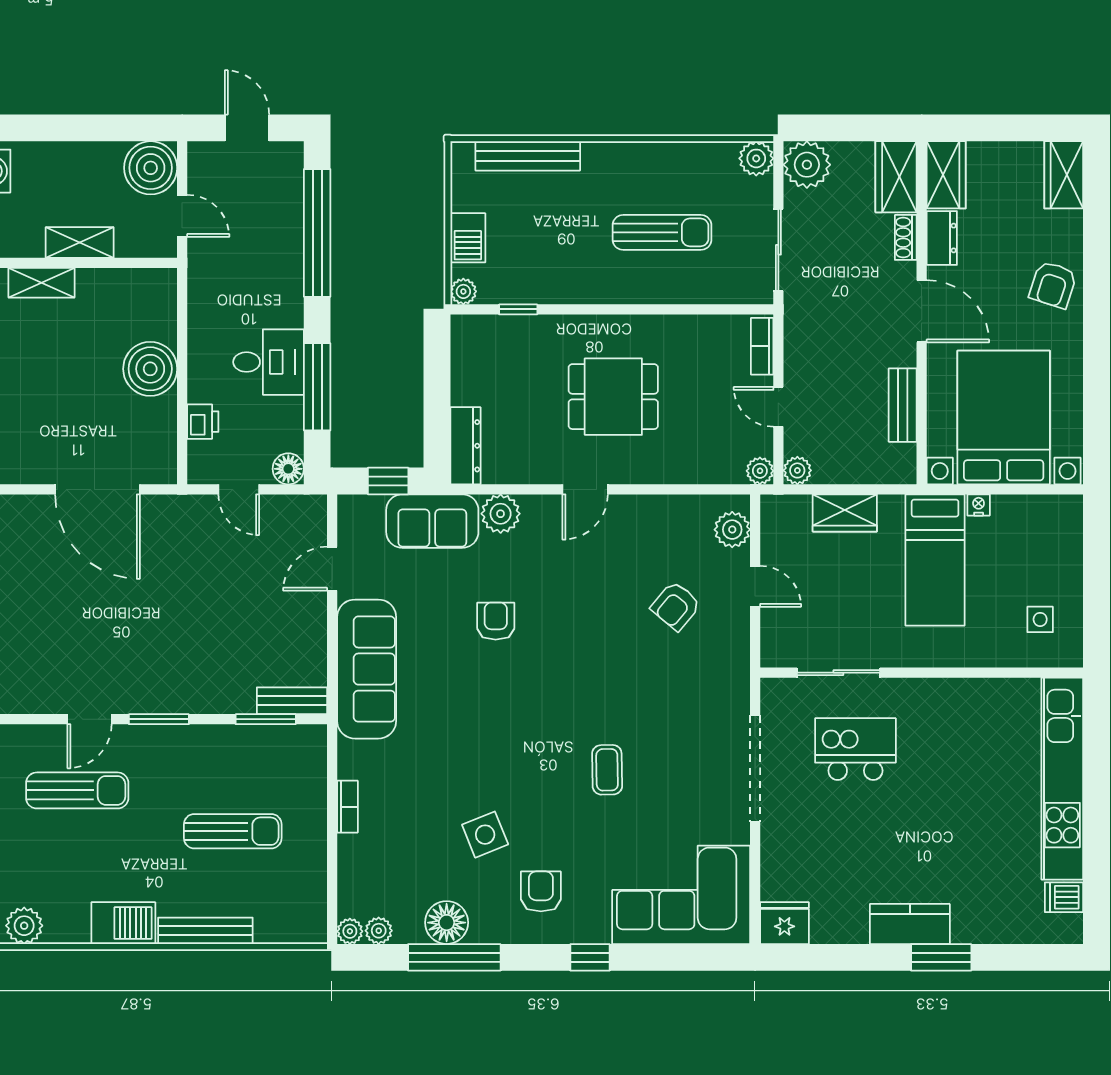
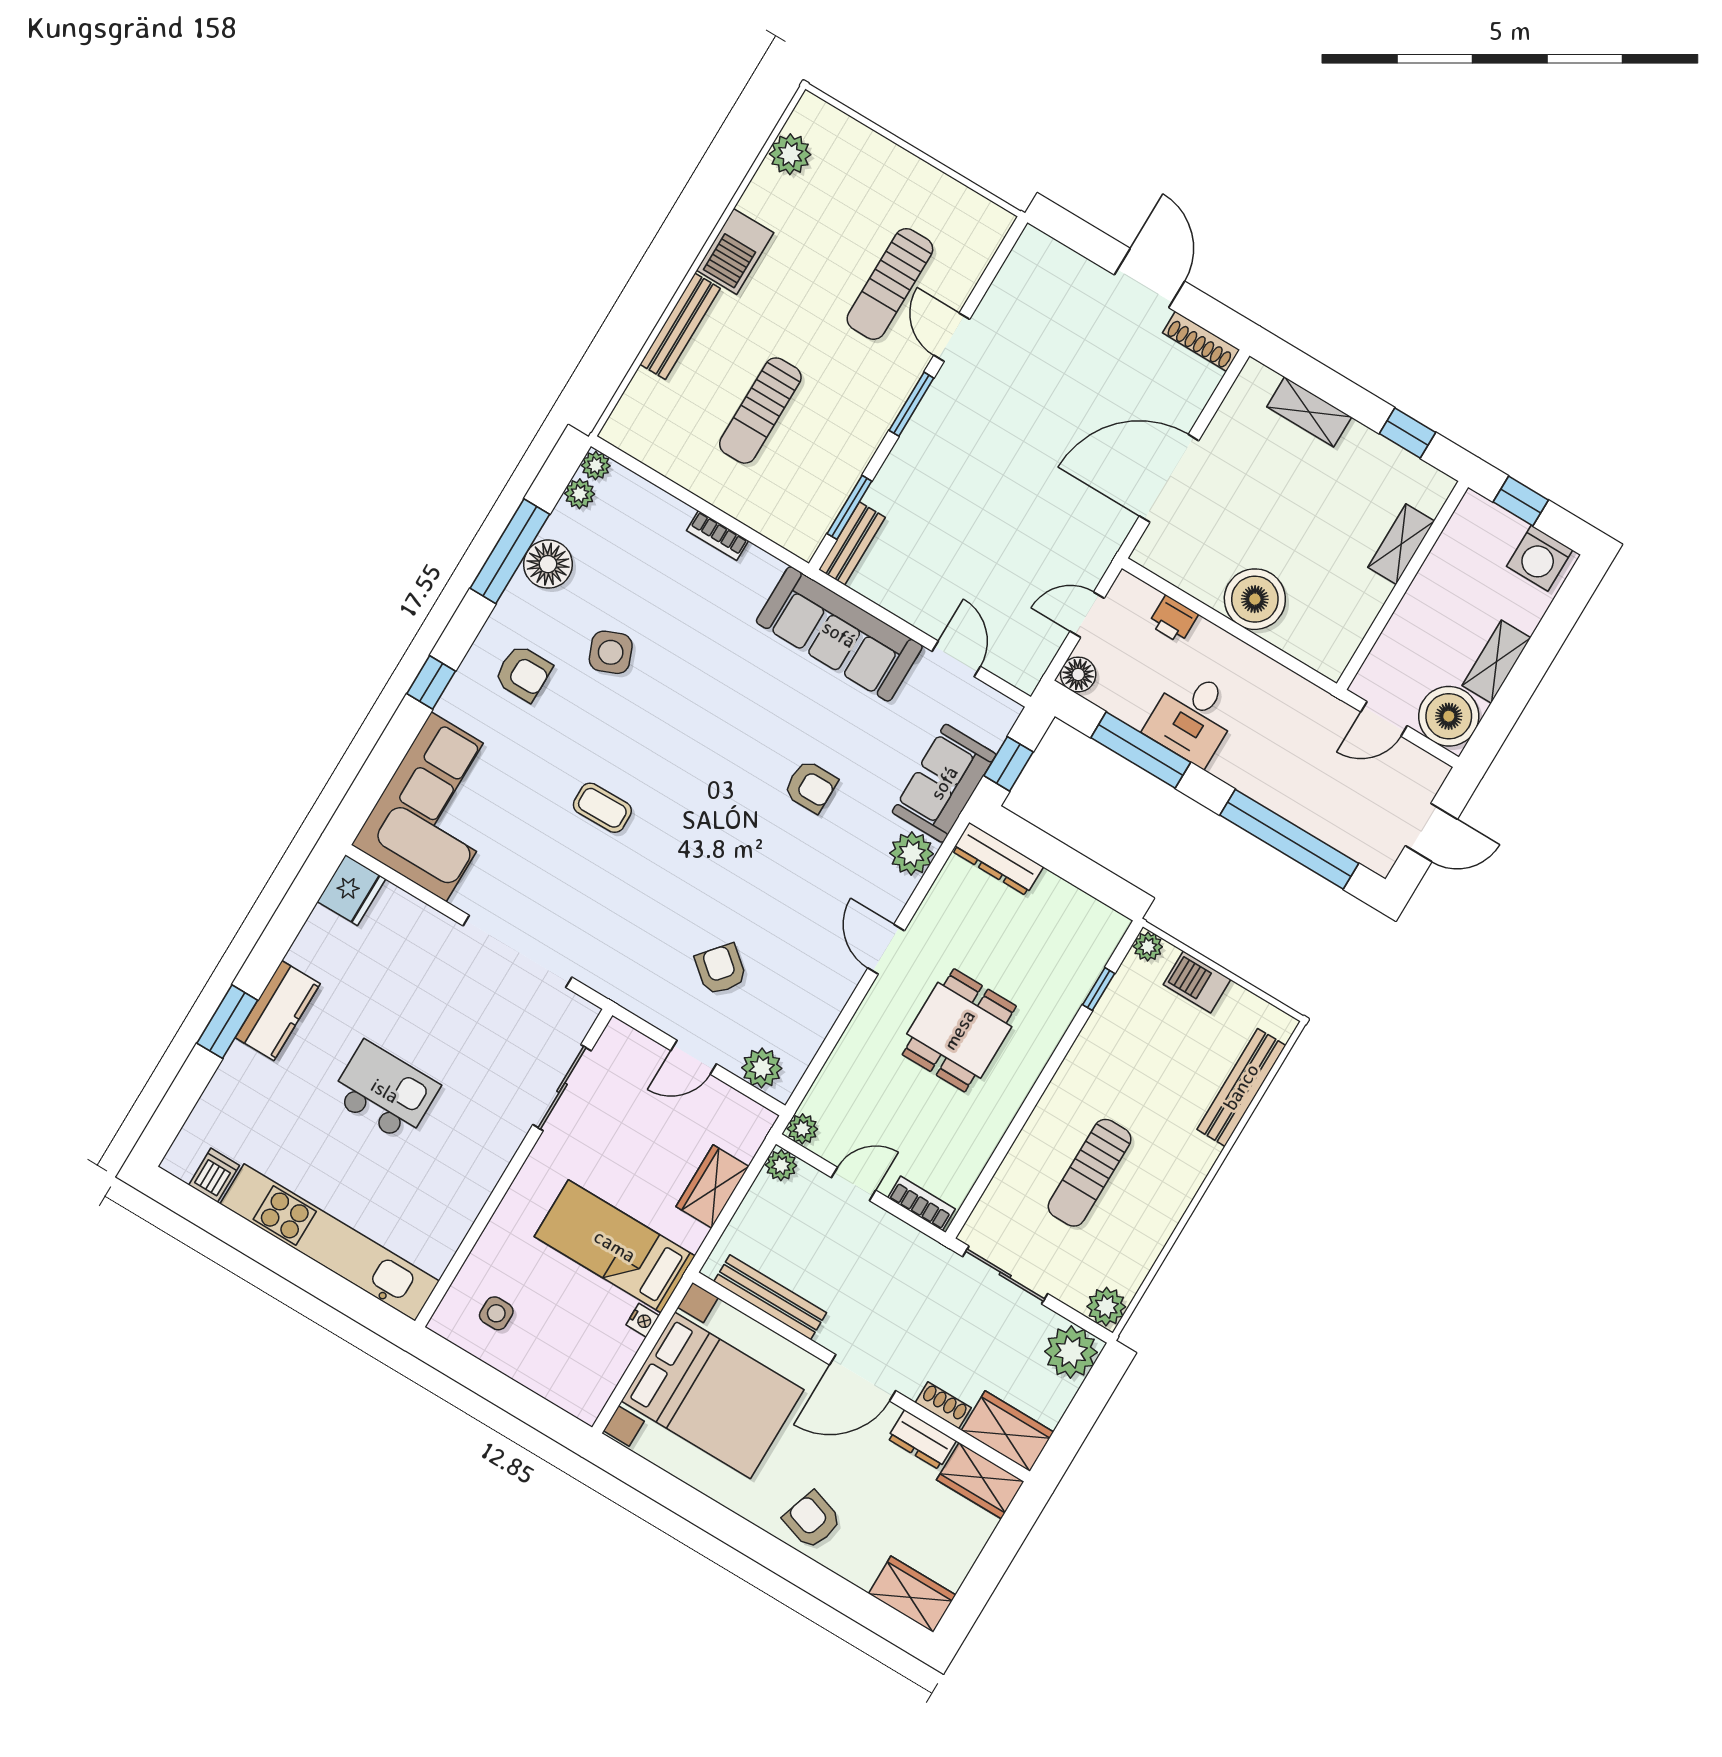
shelving: (80, 243) -> (1496, 662), moved
bench: (903, 405) -> (770, 1297), width x1.36
kitchen island: (855, 749) -> (385, 1091), moved, turned -90

